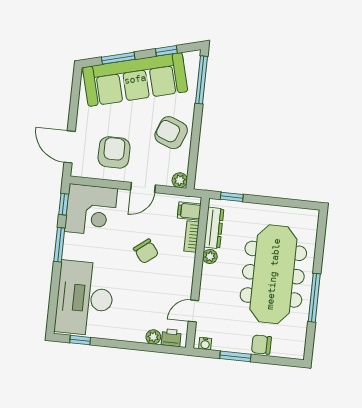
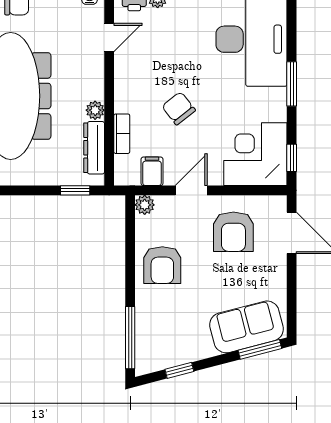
window: (118, 58) -> (260, 349), moved
sofa: (135, 79) -> (247, 327), width x0.54, depth x0.79
armchair: (171, 133) -> (162, 265), turned 69
filing cabinet: (189, 211) -> (152, 171), moved, turned -90
window: (59, 245) -> (292, 84), moved

